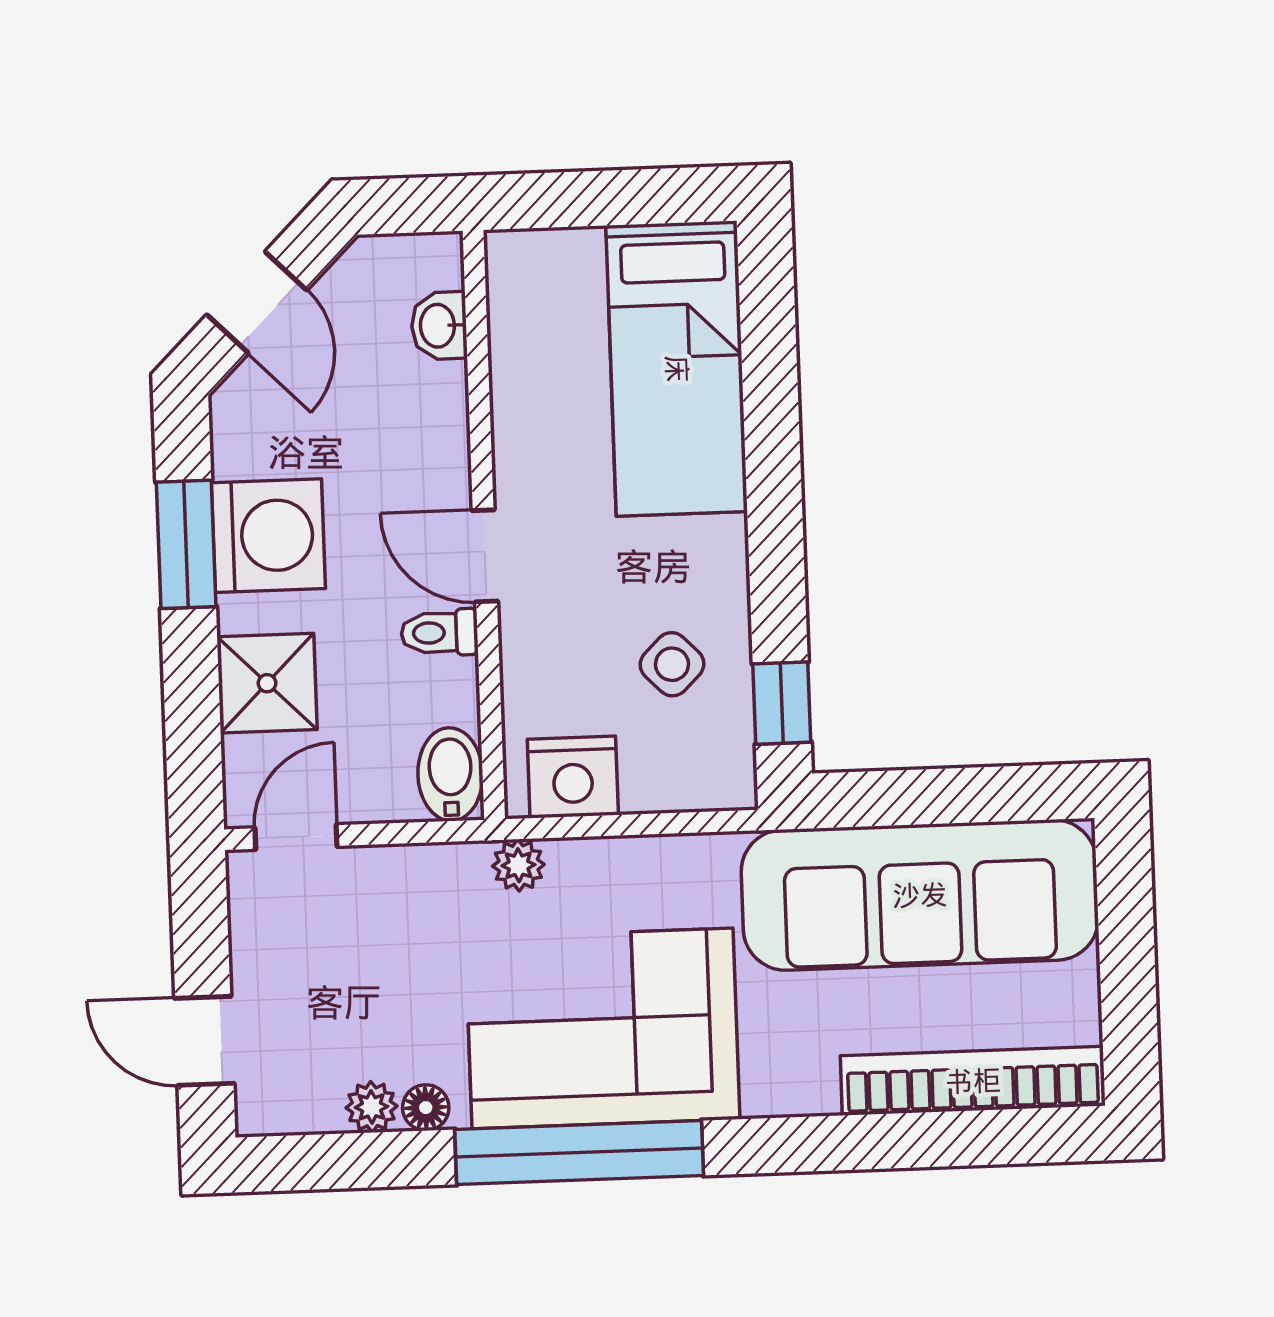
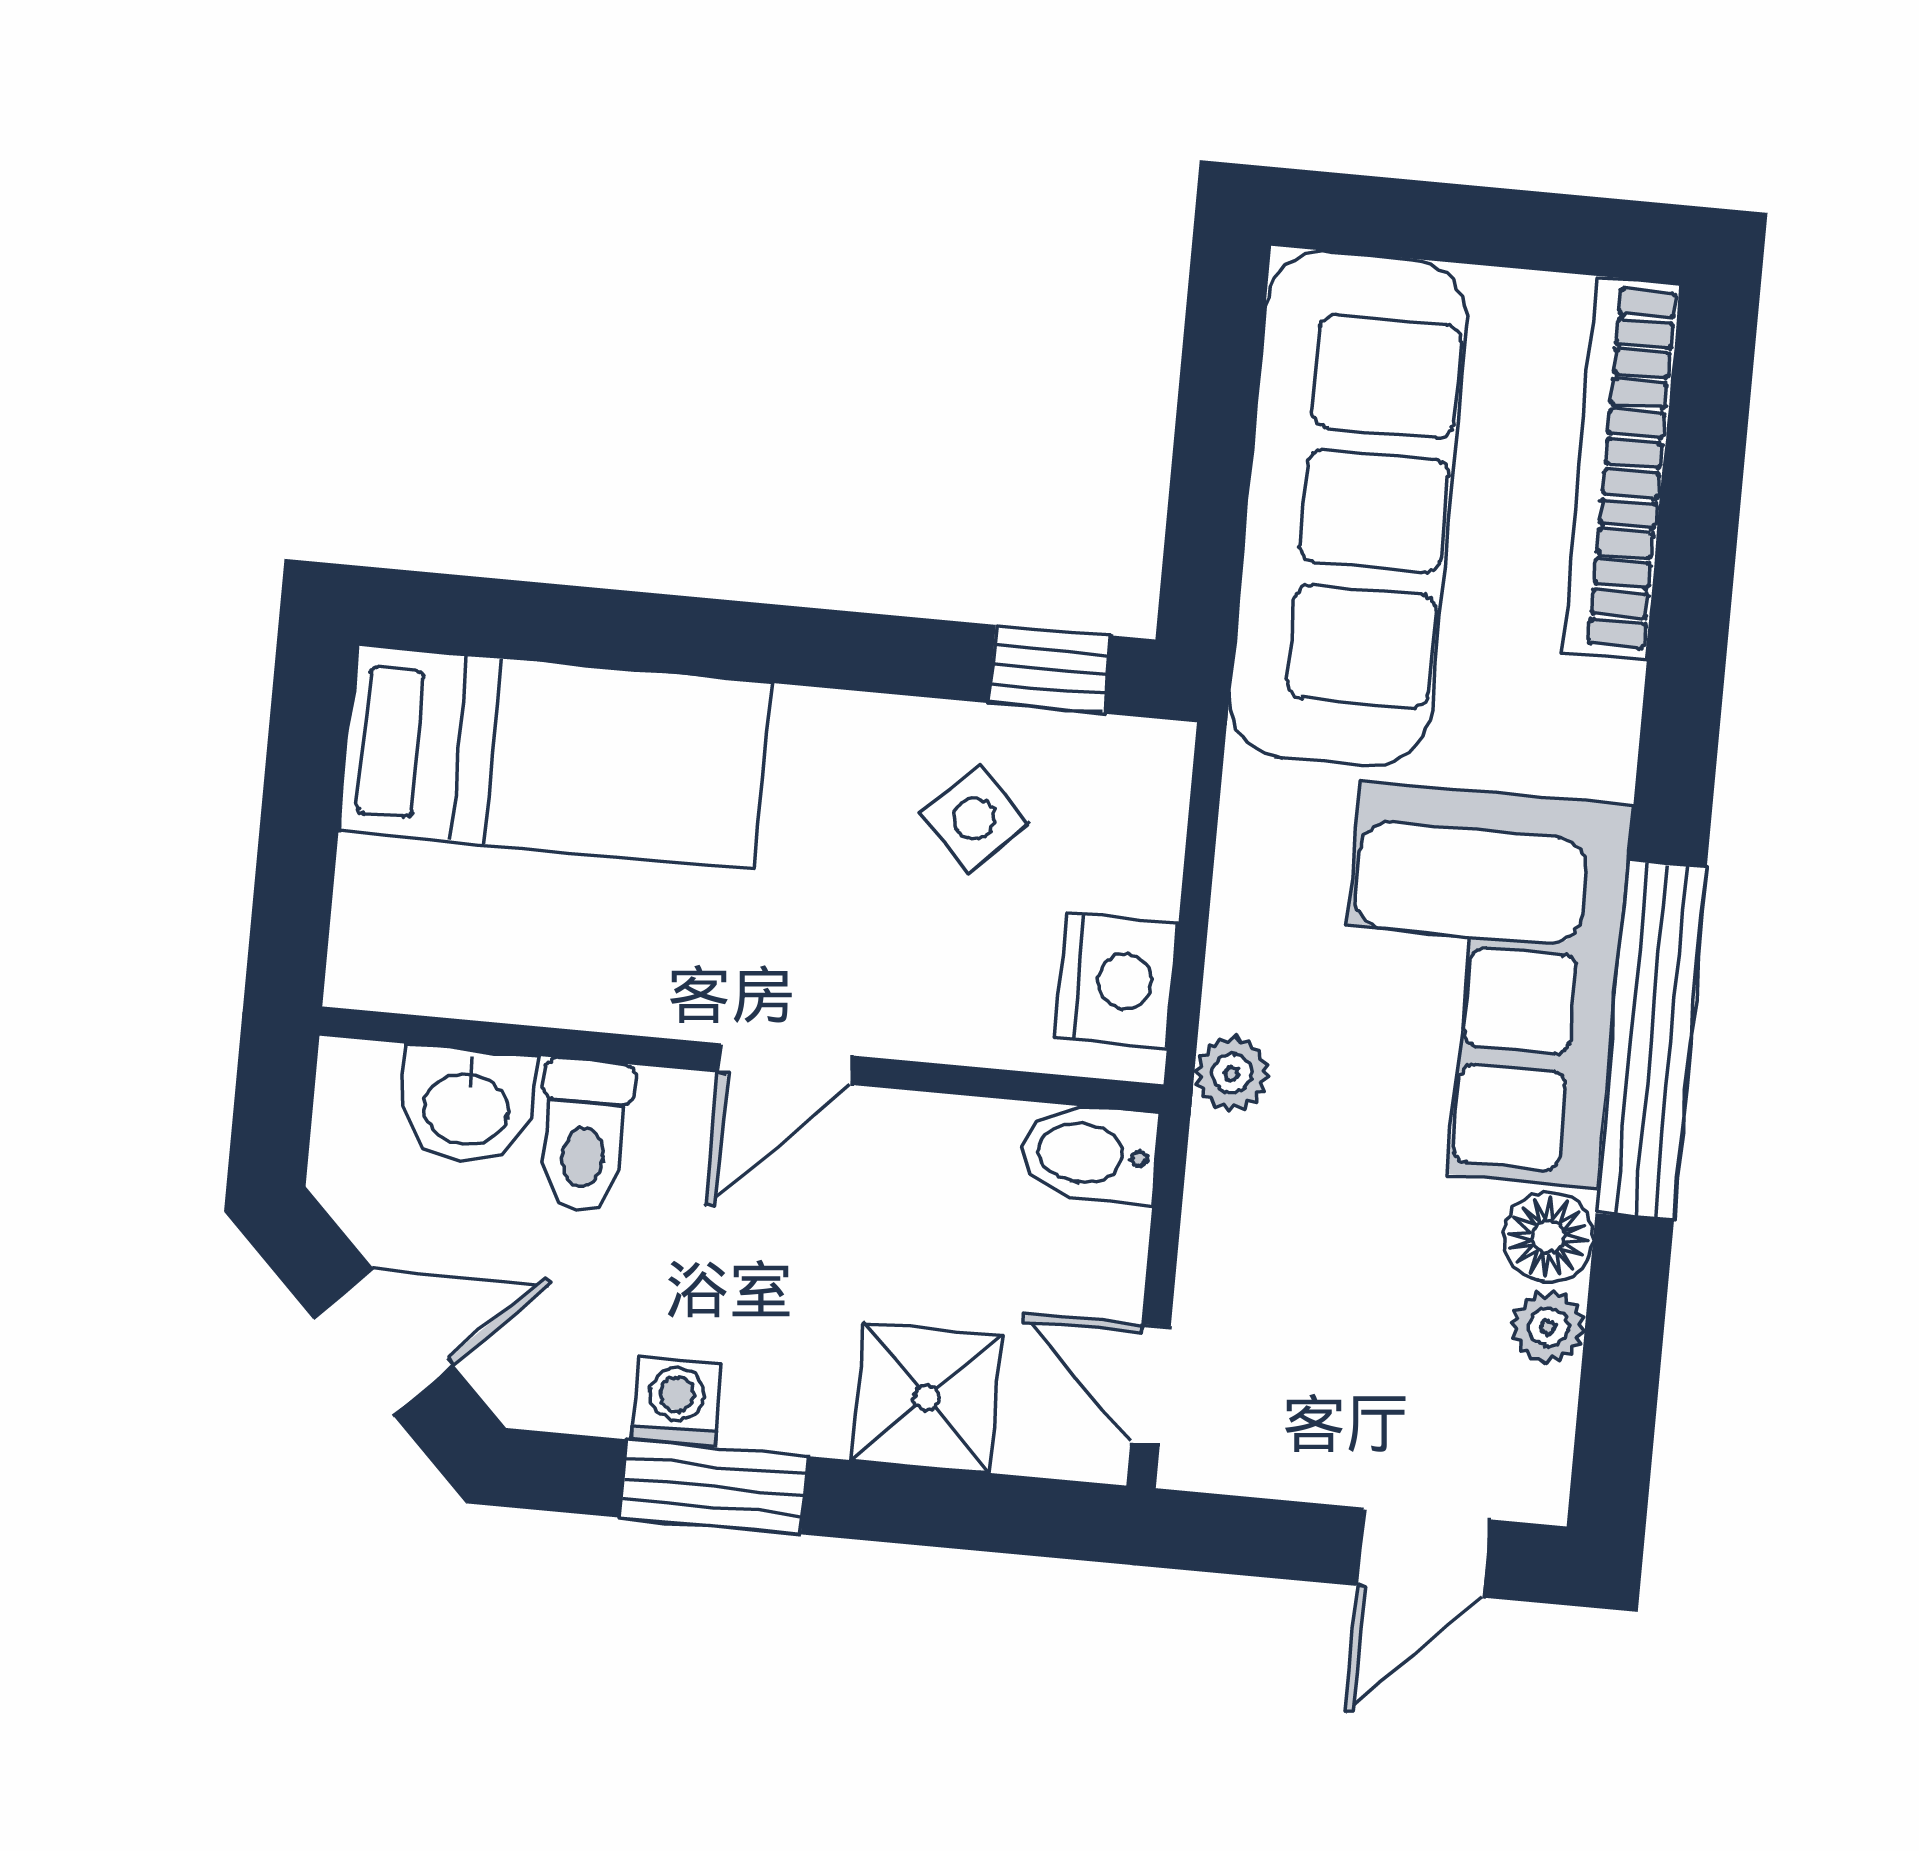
washbasin: (439, 326) -> (467, 1106), width x1.38, depth x1.45
washing machine: (268, 536) -> (676, 1402), width x0.53, depth x0.53
toilet: (439, 633) -> (584, 1136), moved, width x1.37, depth x1.39
floor lamp: (426, 1108) -> (1548, 1237), width x1.37, depth x1.37

